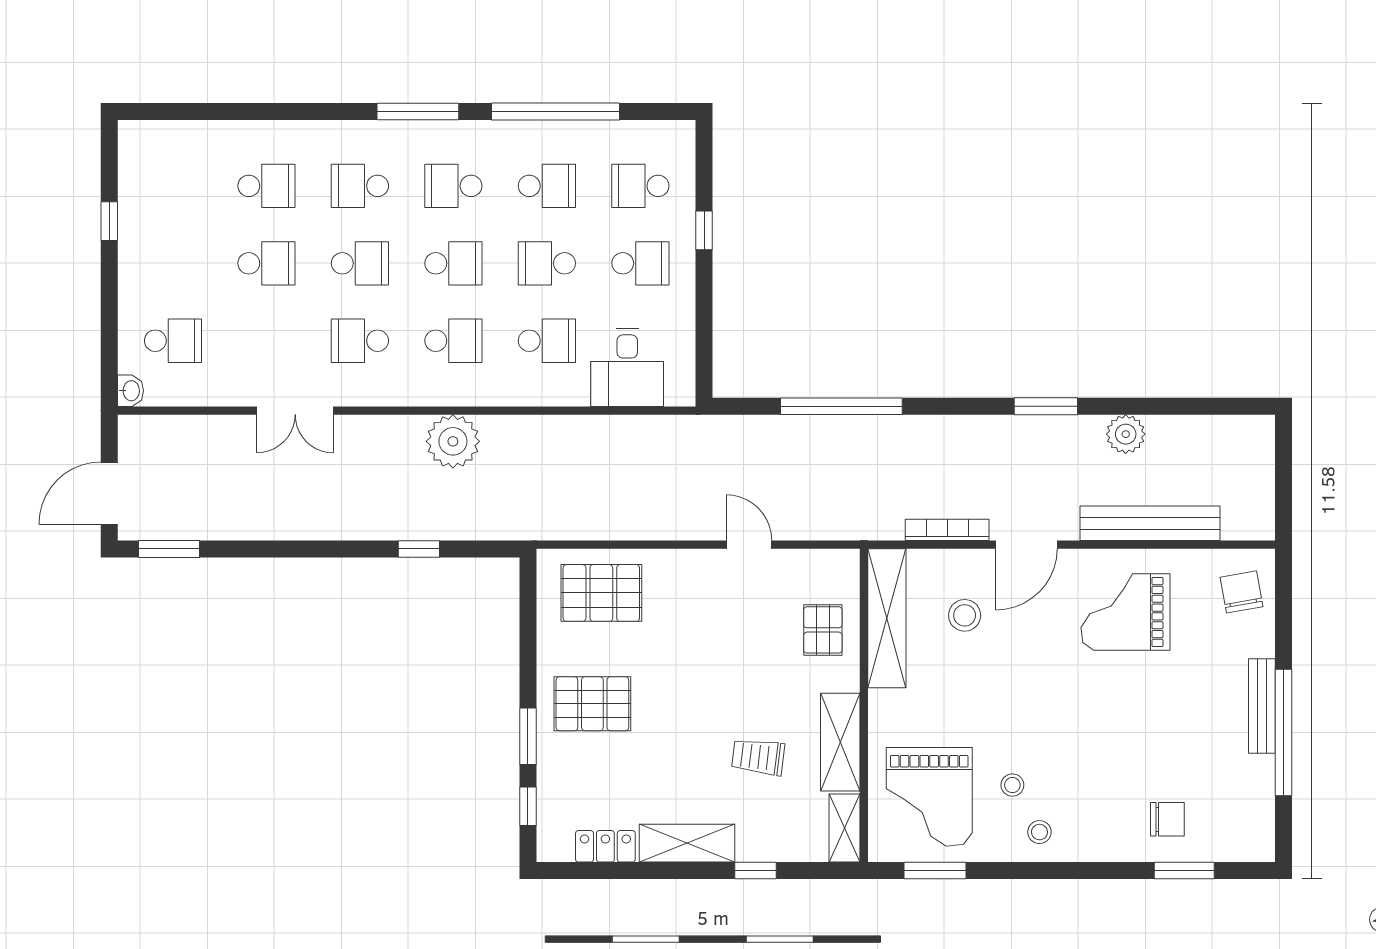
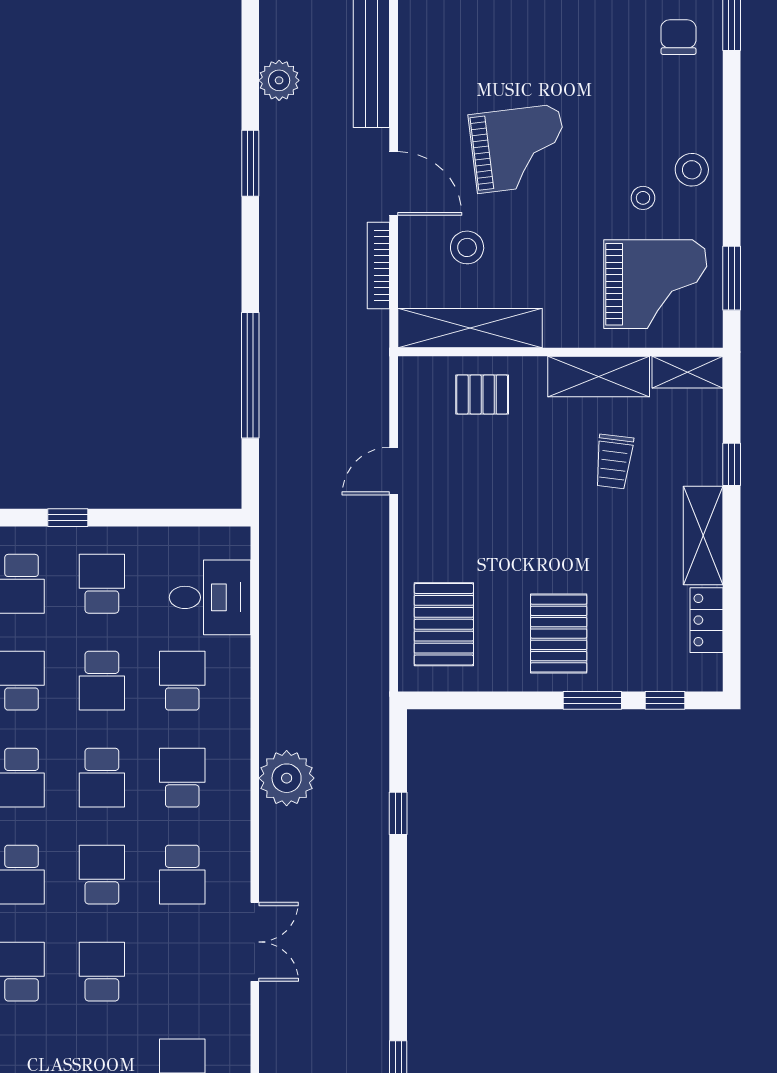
school desk: (453, 263) -> (102, 778), turned 180
grand piano: (1126, 612) -> (518, 149), moved, turned -97
stool: (1039, 832) -> (692, 170), width x1.37, depth x1.37

